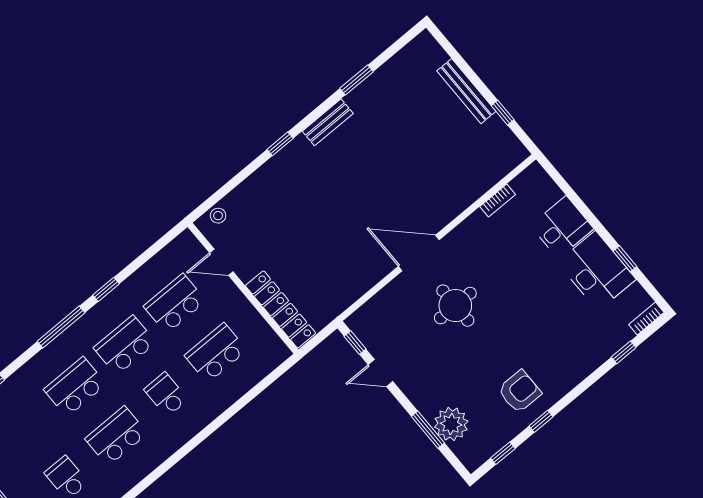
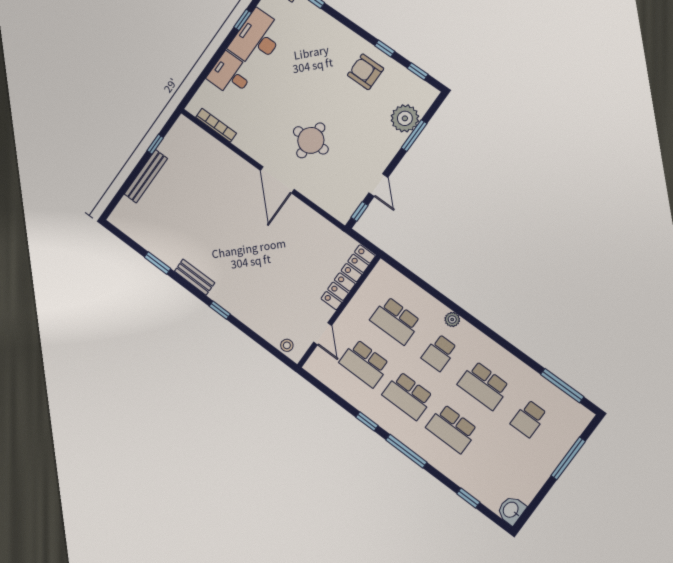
bookcase: (498, 201) -> (216, 125), width x1.56
plant: (201, 419) -> (452, 319), added

